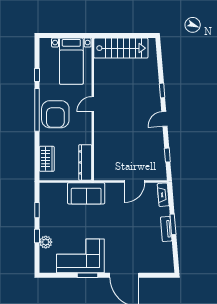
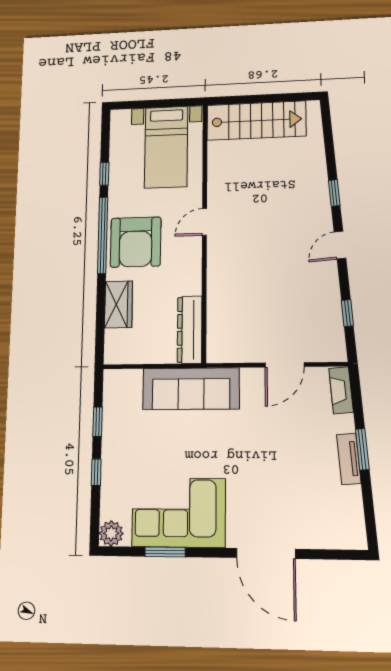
wardrobe: (47, 159) -> (119, 304), moved
sofa: (86, 193) -> (191, 389), width x1.36
plant: (46, 242) -> (111, 533), moved
window: (87, 275) -> (165, 552), moved

